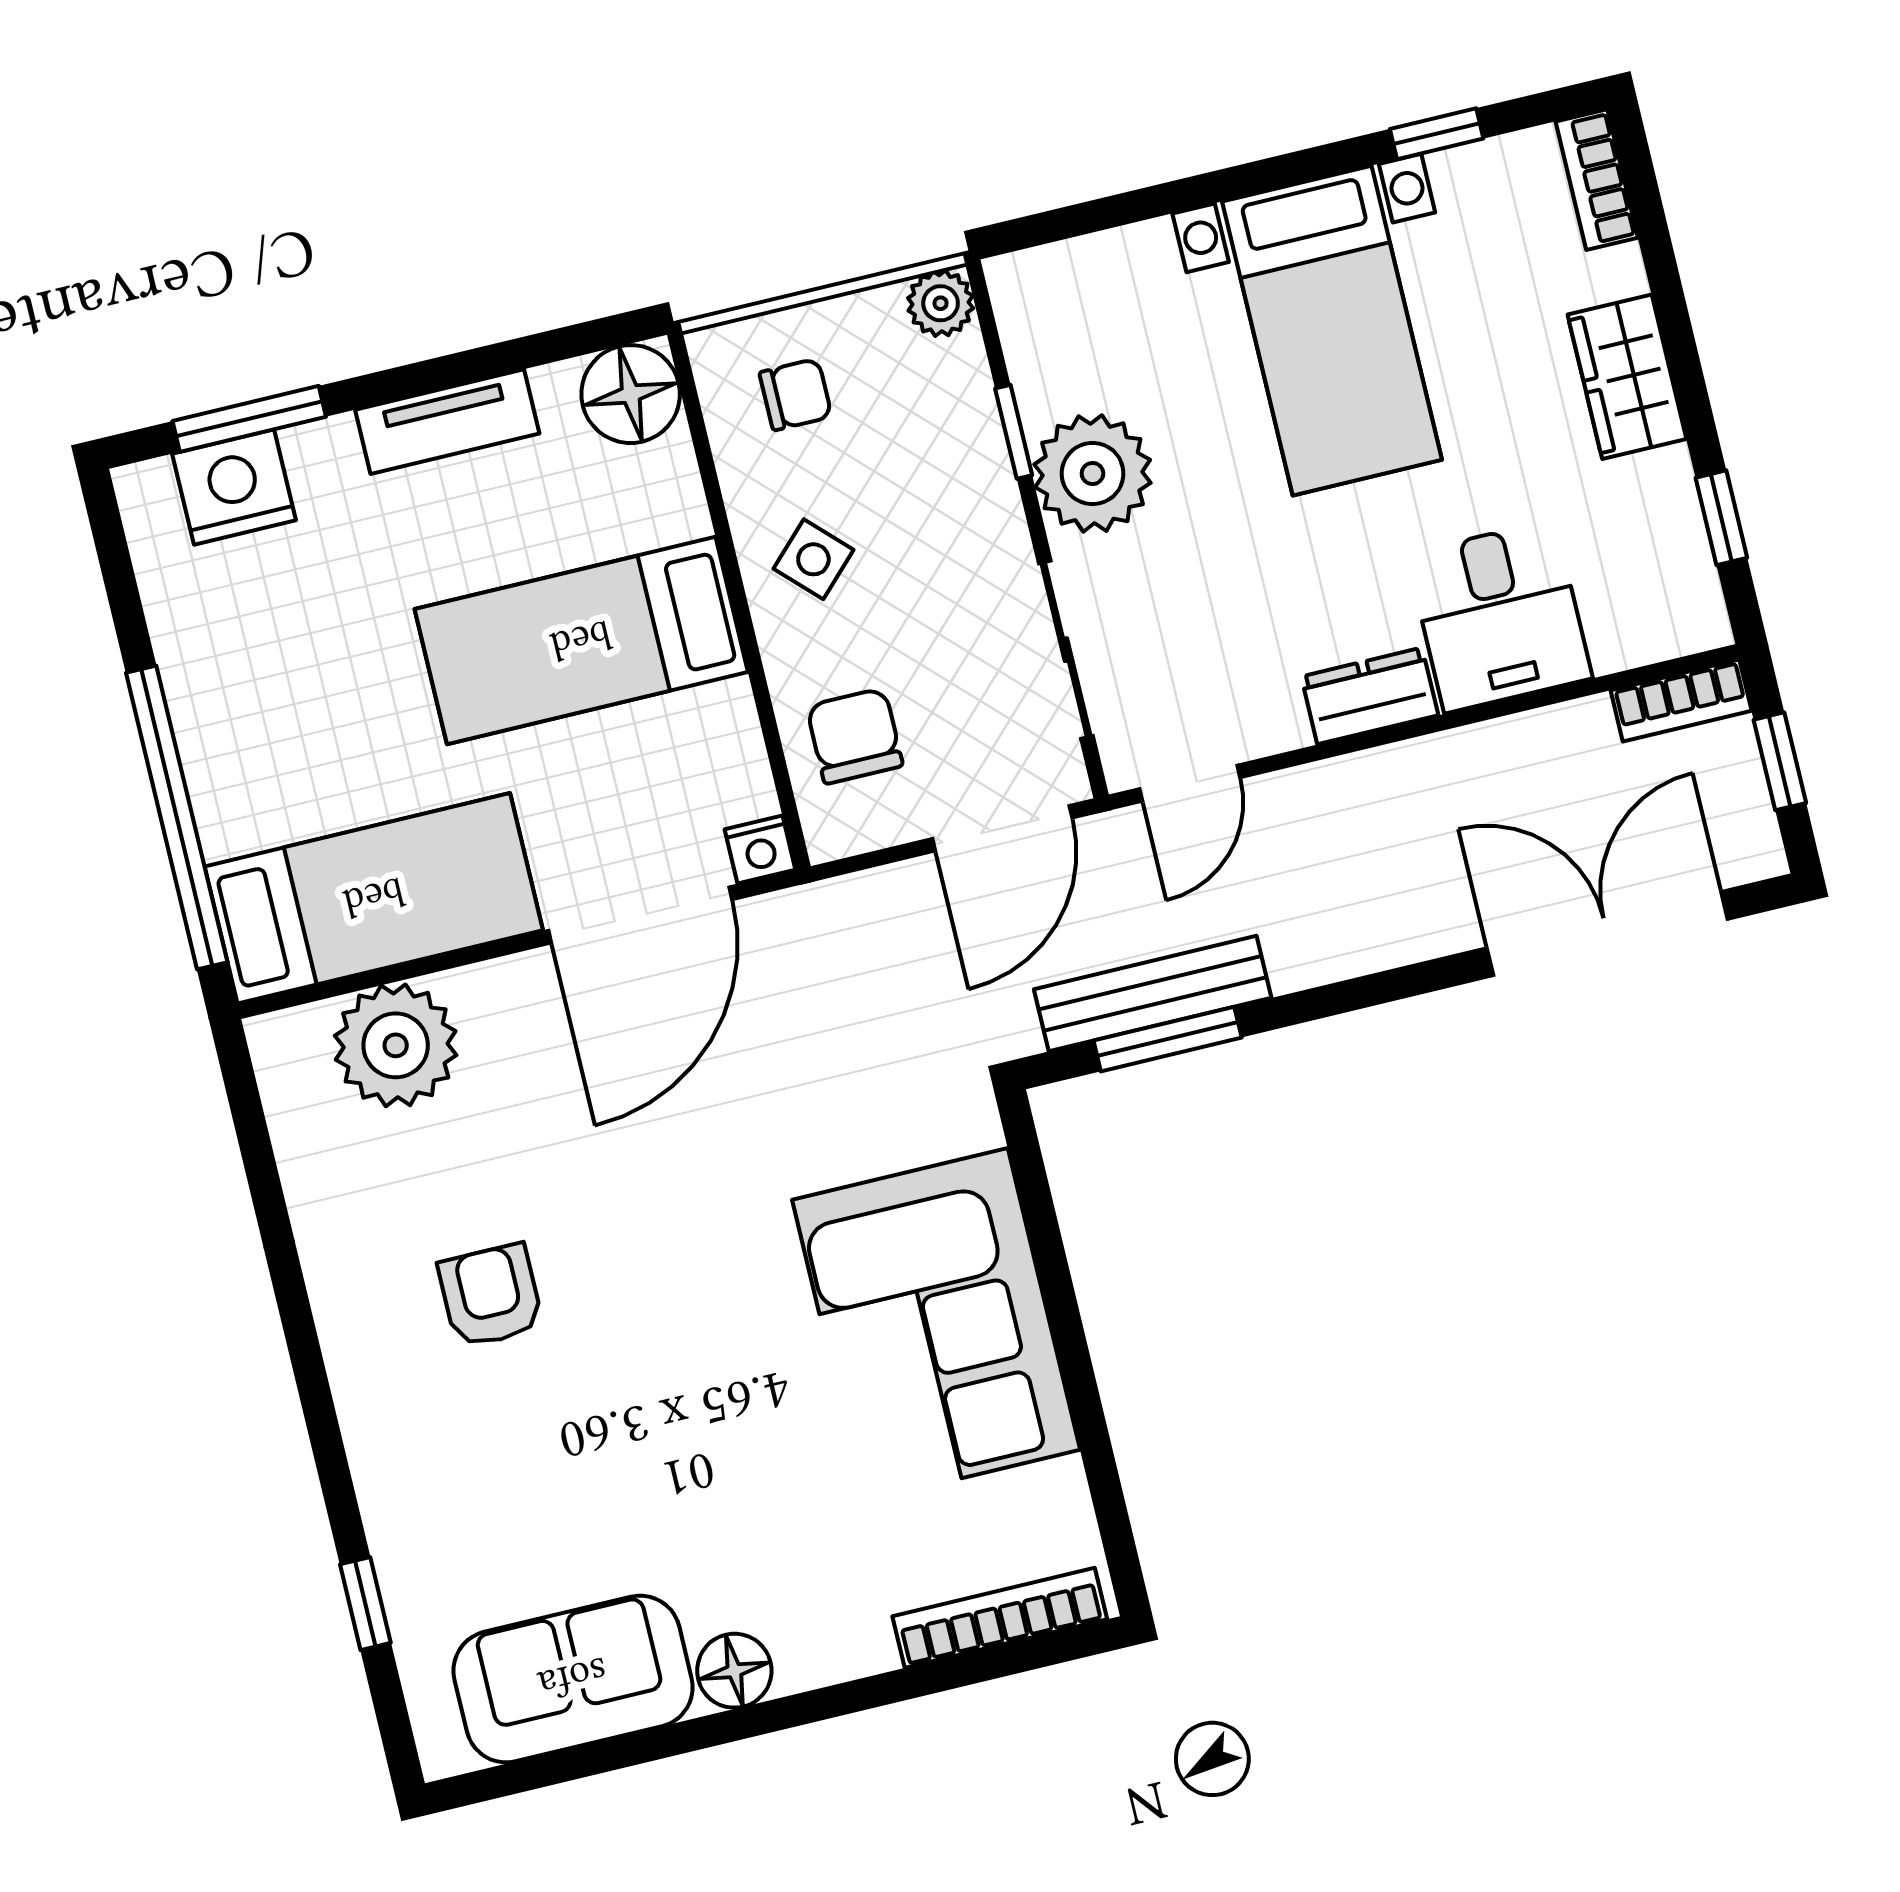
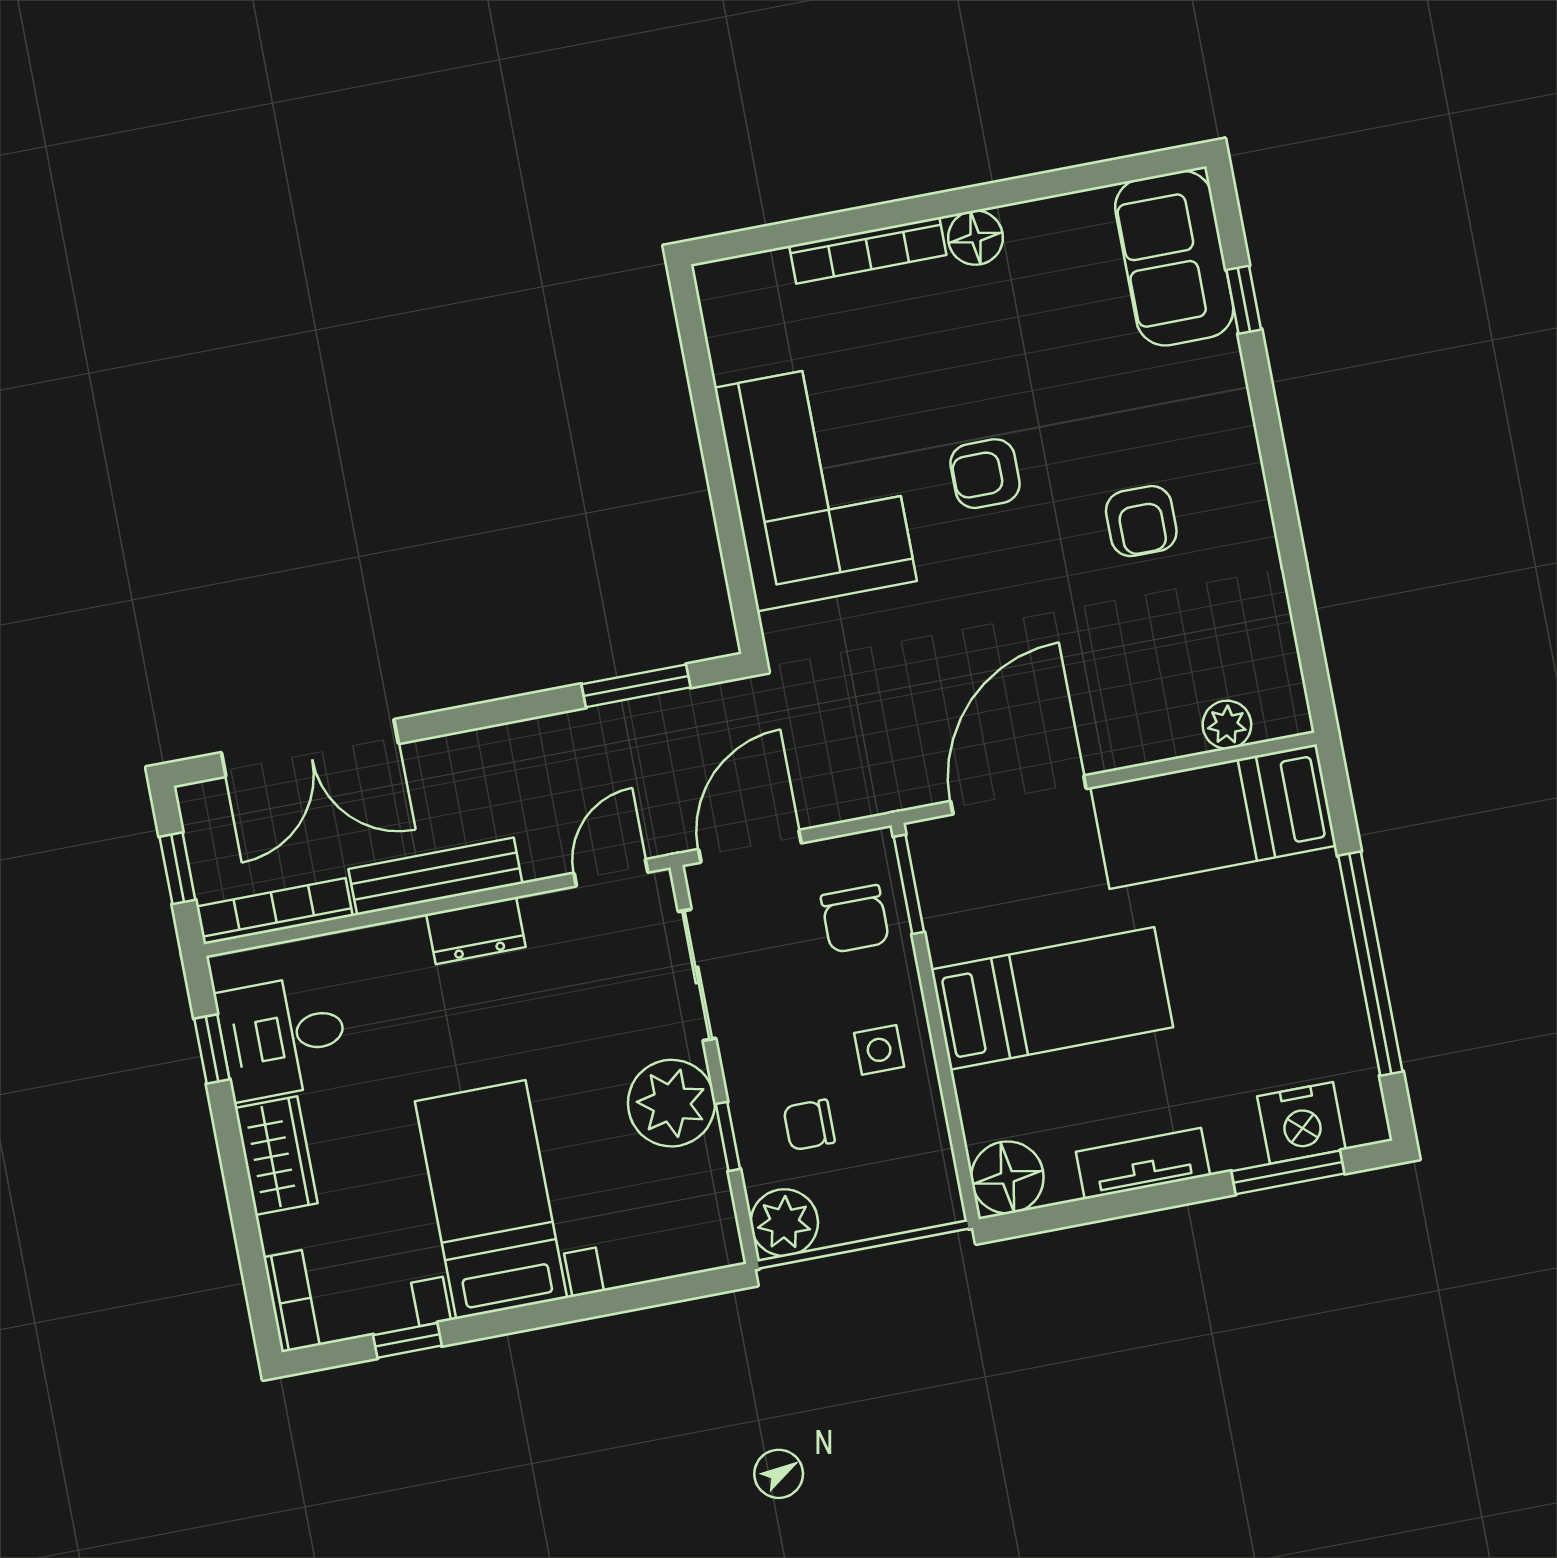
plant: (941, 303) -> (784, 1223), width x1.38, depth x1.38
chair: (796, 395) -> (809, 1125), moved
side table: (813, 559) -> (879, 1050), turned 45
desk: (1499, 616) -> (283, 1037), moved, turned -90
bookcase: (1681, 701) -> (275, 911), width x1.56
window: (783, 786) -> (909, 884), added
window: (177, 818) -> (1370, 964), moved
nightstand: (760, 849) -> (928, 839), removed
bench: (1153, 994) -> (435, 876), moved
plant: (396, 1045) -> (1227, 725), width x0.53, depth x0.53
armchair: (706, 1350) -> (985, 474), added
bookcase: (1000, 1618) -> (868, 250), moved
sofa: (573, 1679) -> (1174, 258), moved, turned 90

